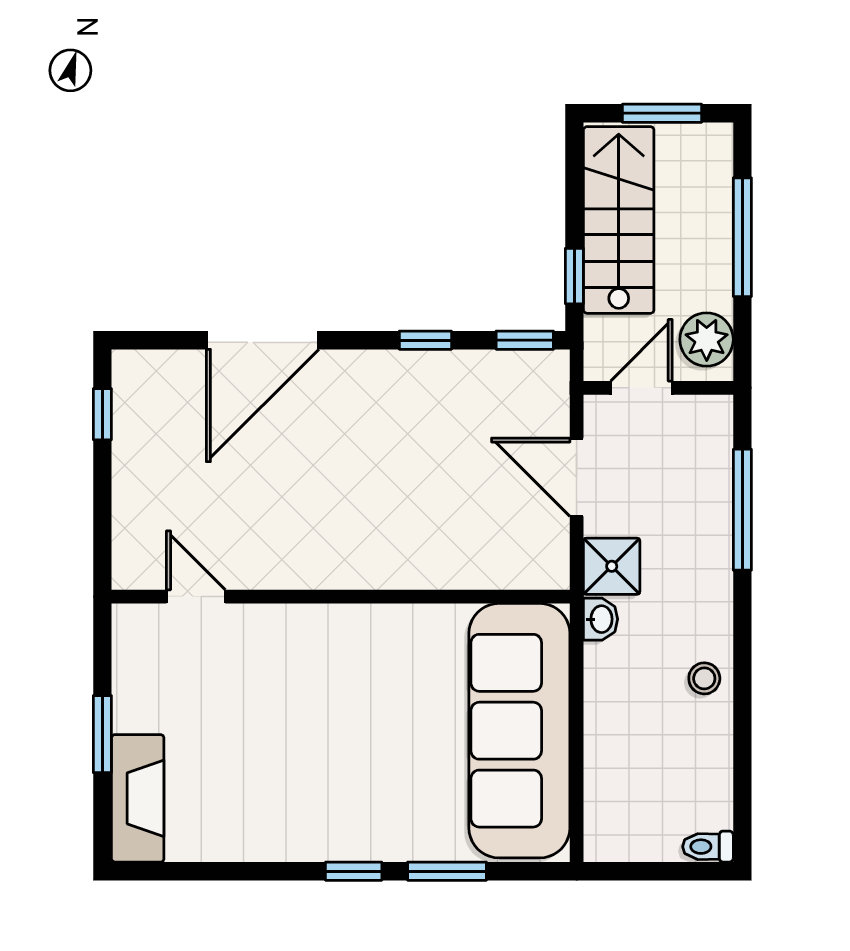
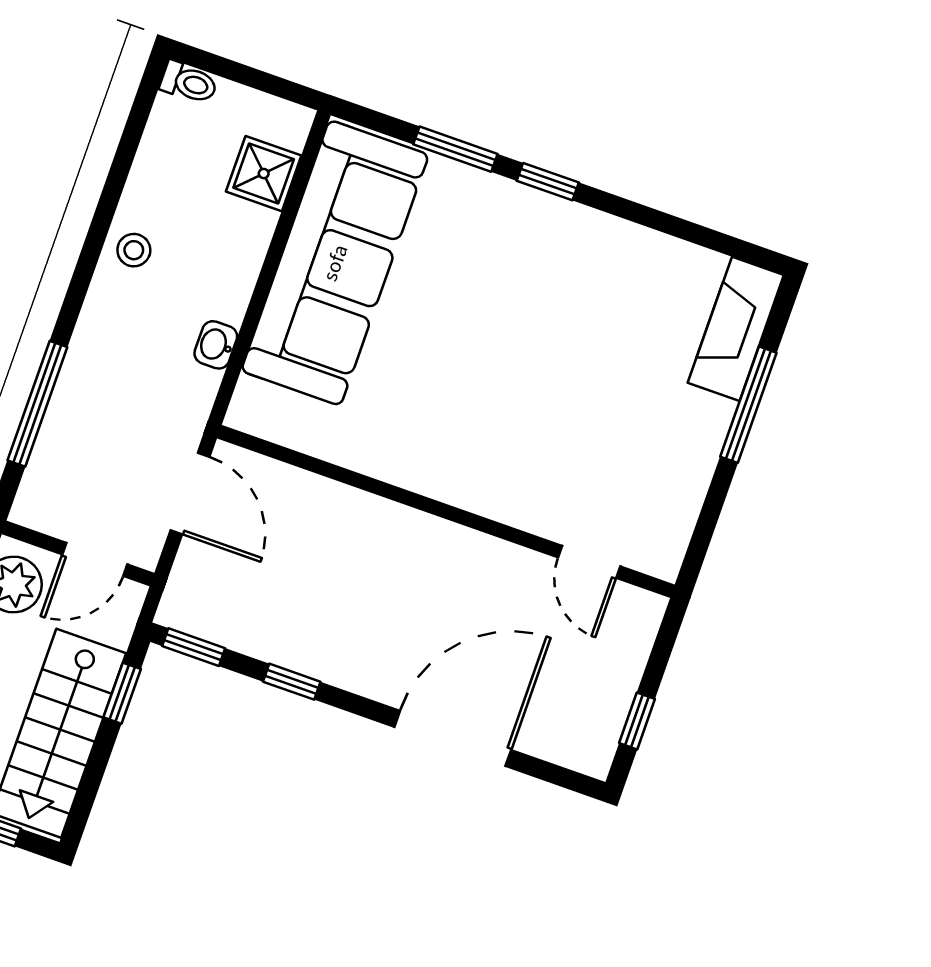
shower: (612, 566) -> (264, 174), moved
door: (196, 597) -> (589, 562), moved
wall: (341, 597) -> (446, 511), moved
window: (102, 734) -> (748, 405), width x1.44

